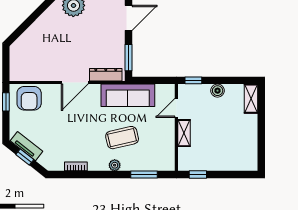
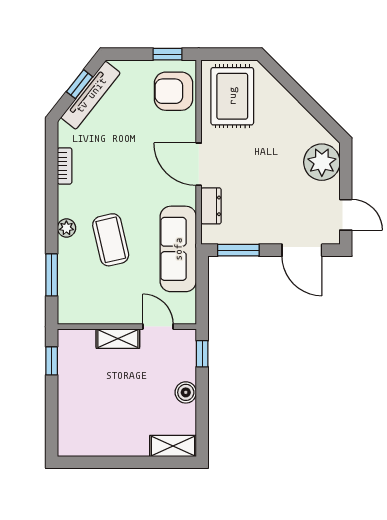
rug: (32, 62) -> (232, 96), added
dresser: (106, 75) -> (211, 206), width x0.70
tv unit: (26, 146) -> (91, 95), width x1.41

